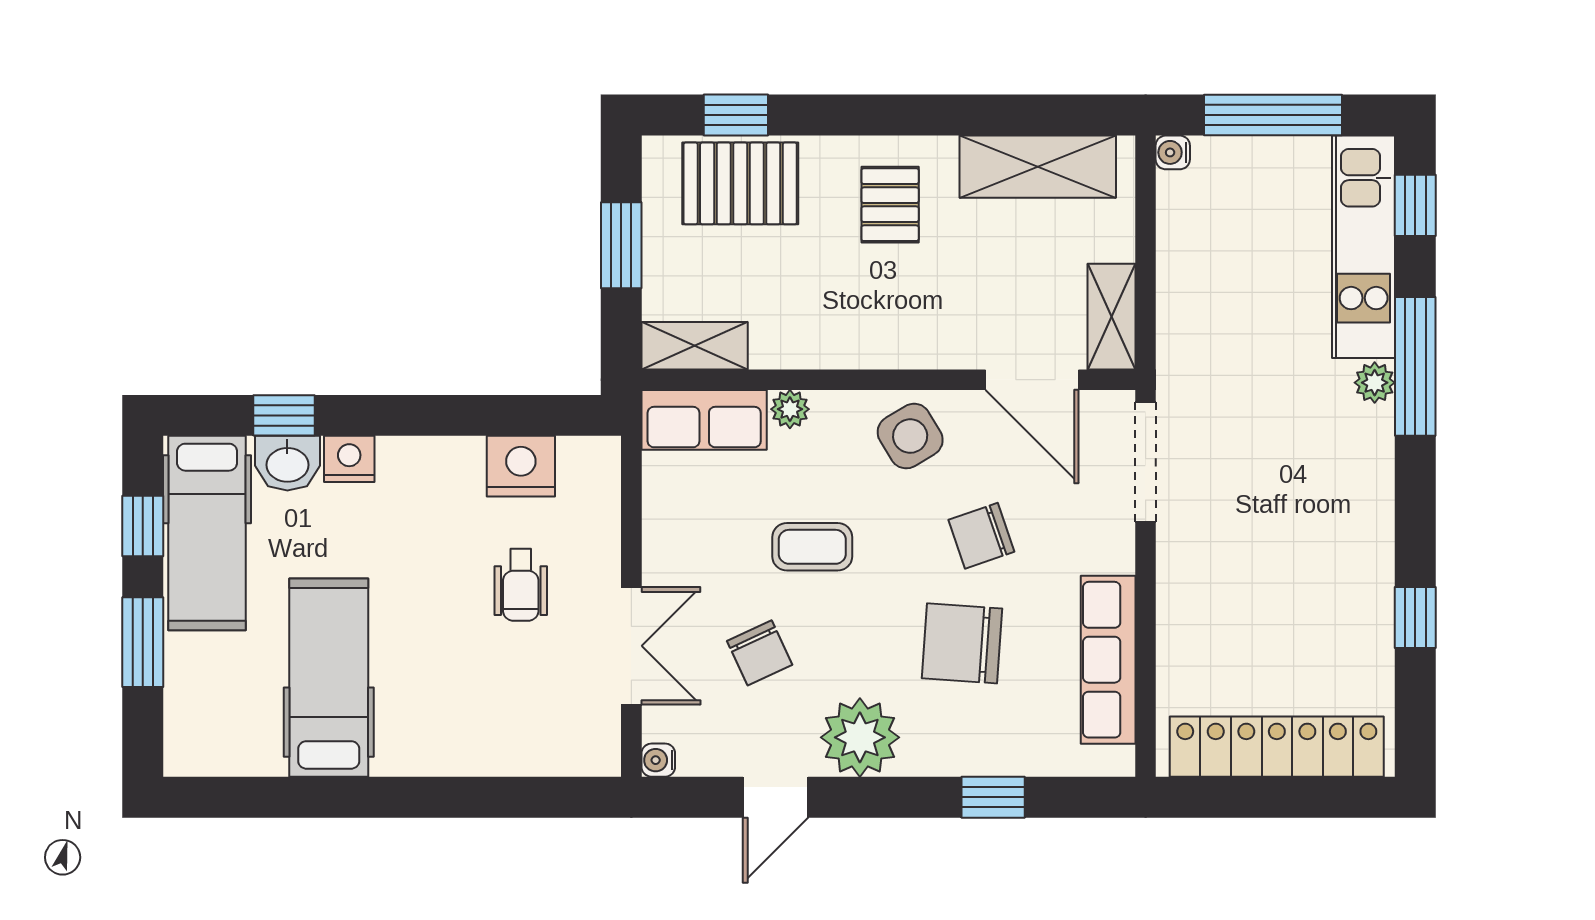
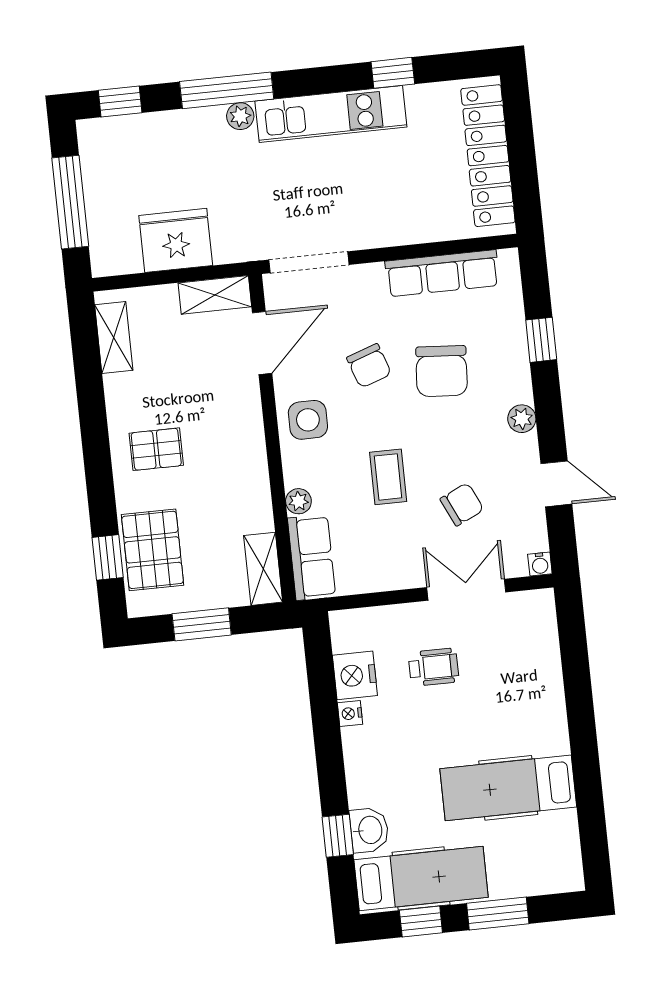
water cooler: (1173, 152) -> (102, 266), removed
shelving: (1038, 167) -> (114, 337), width x0.67, depth x0.75
kitchen unit: (1364, 247) -> (331, 114), moved
fridge: (1199, 267) -> (176, 240), added
side table: (910, 436) -> (308, 420), turned 31
nightstand: (349, 459) -> (350, 713), moved, width x0.72, depth x0.74
plant: (860, 737) -> (522, 419), width x0.53, depth x0.53

